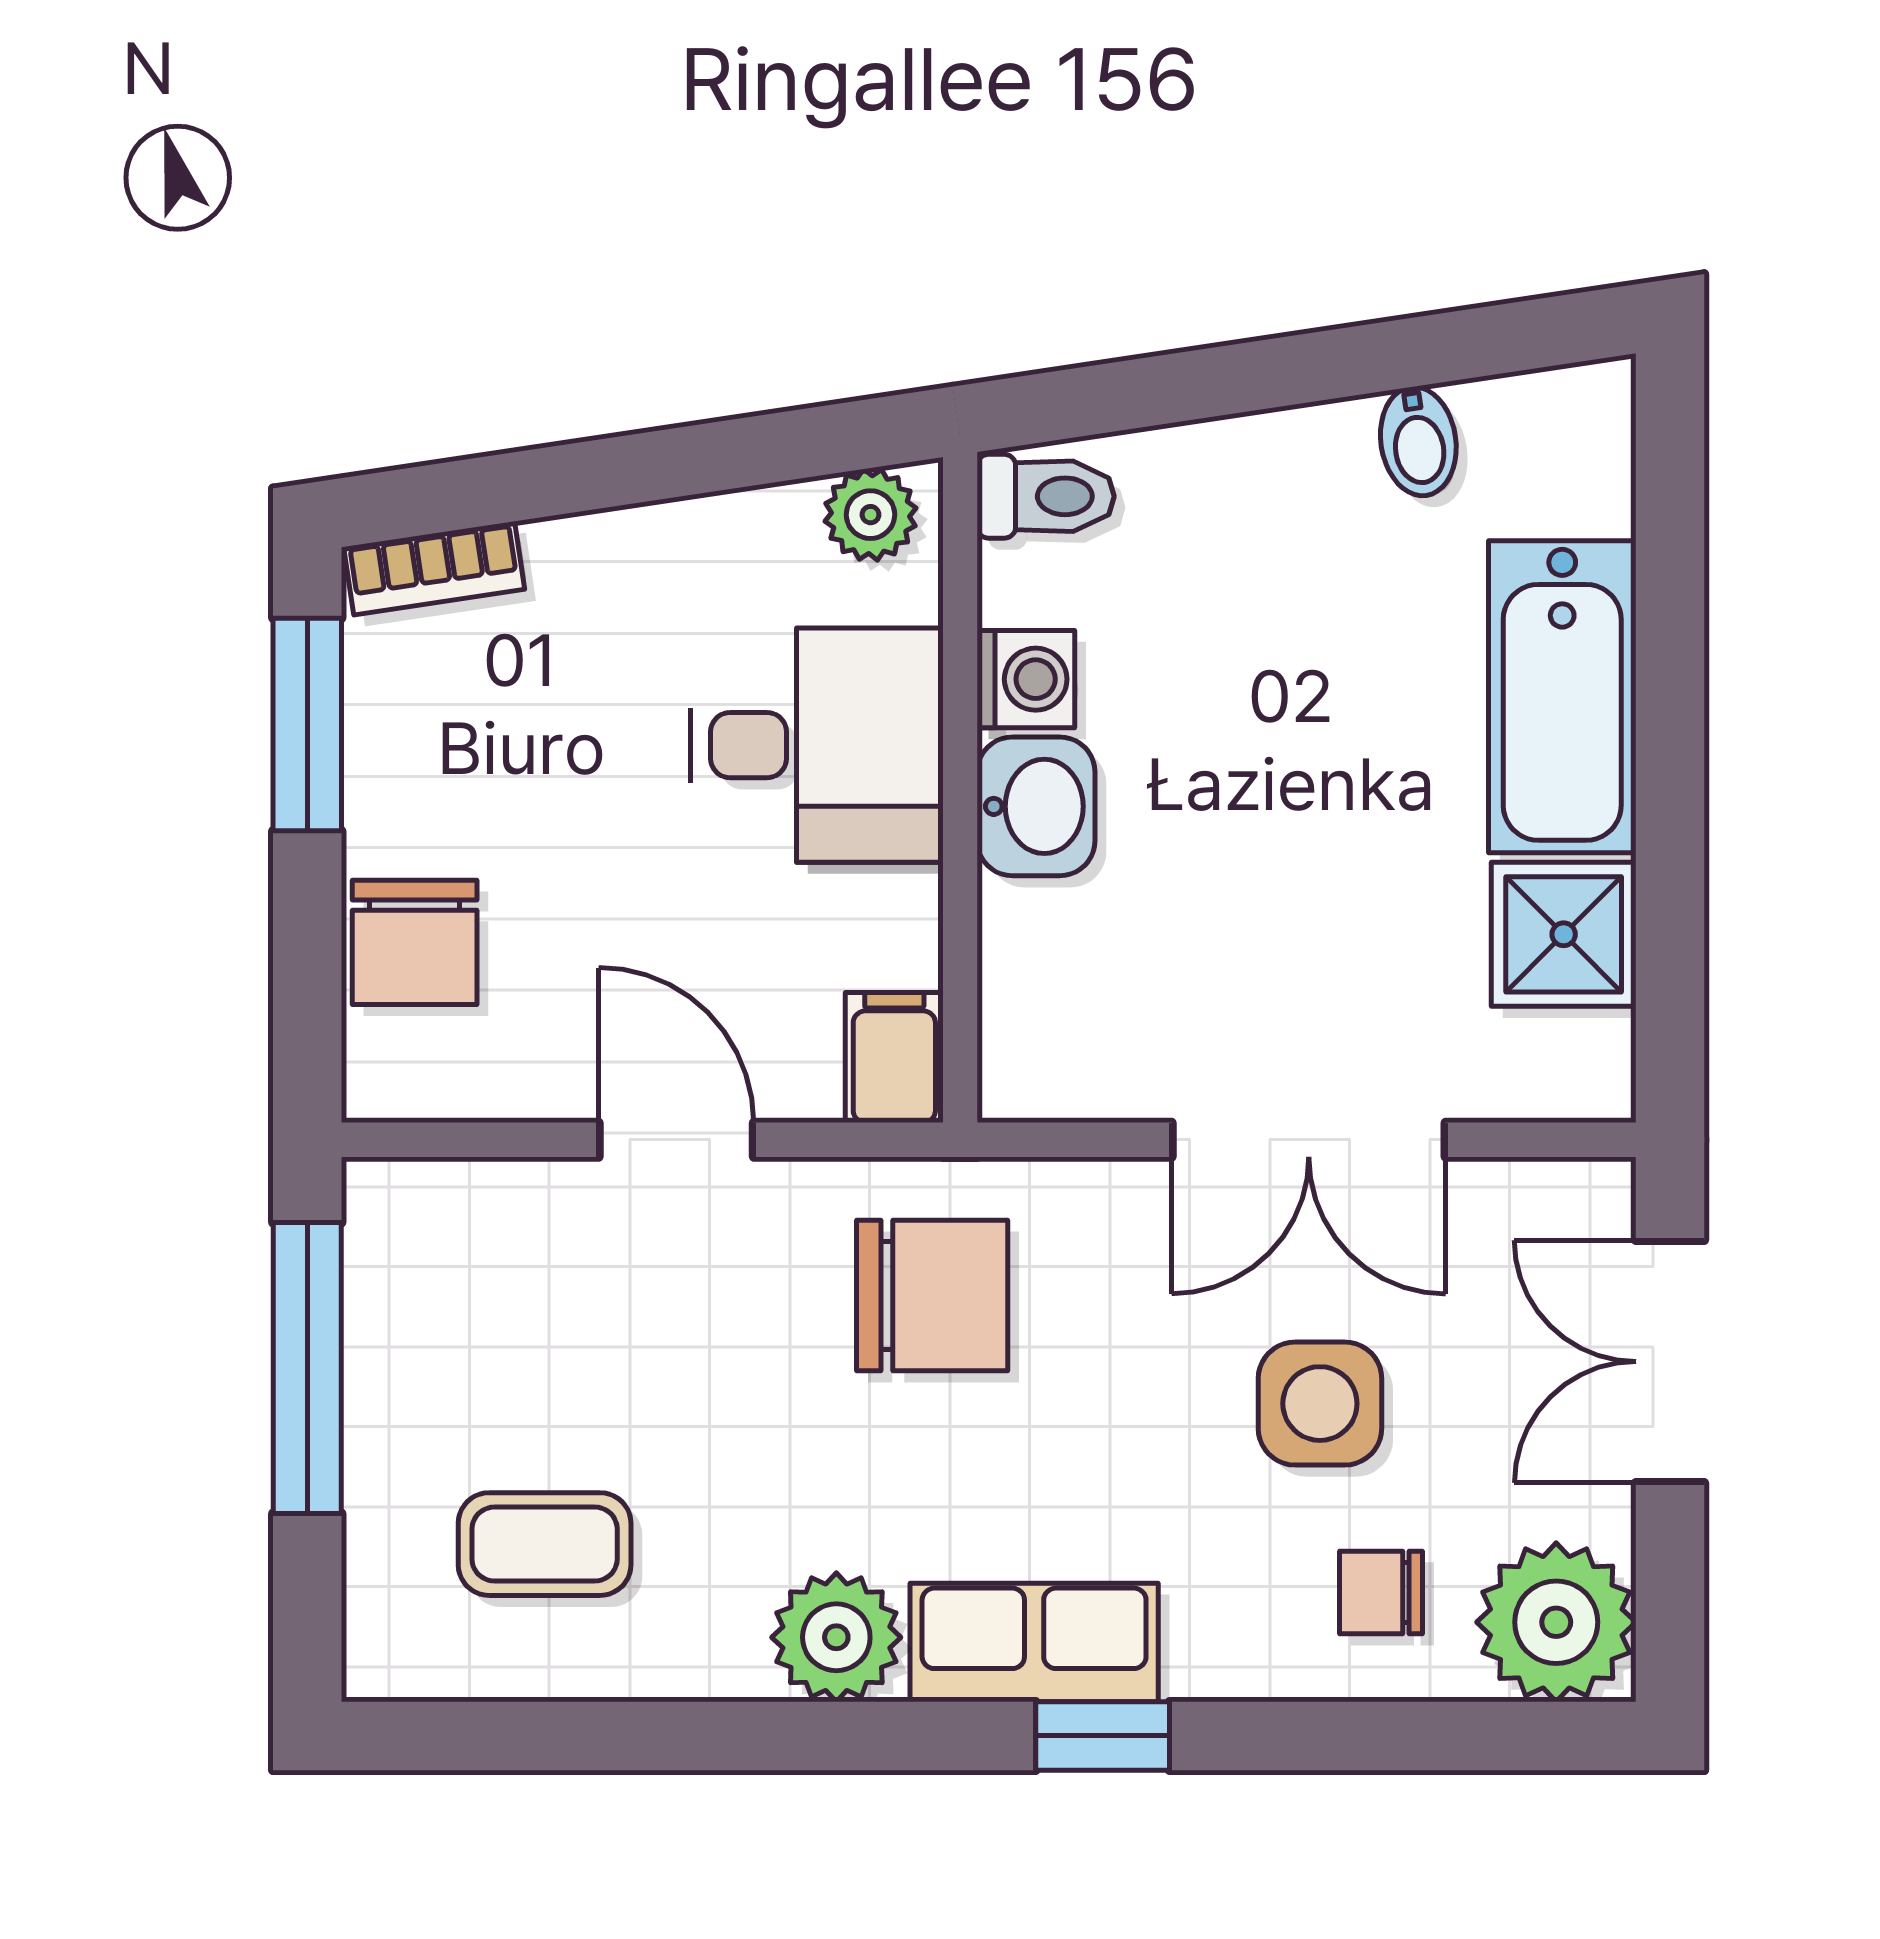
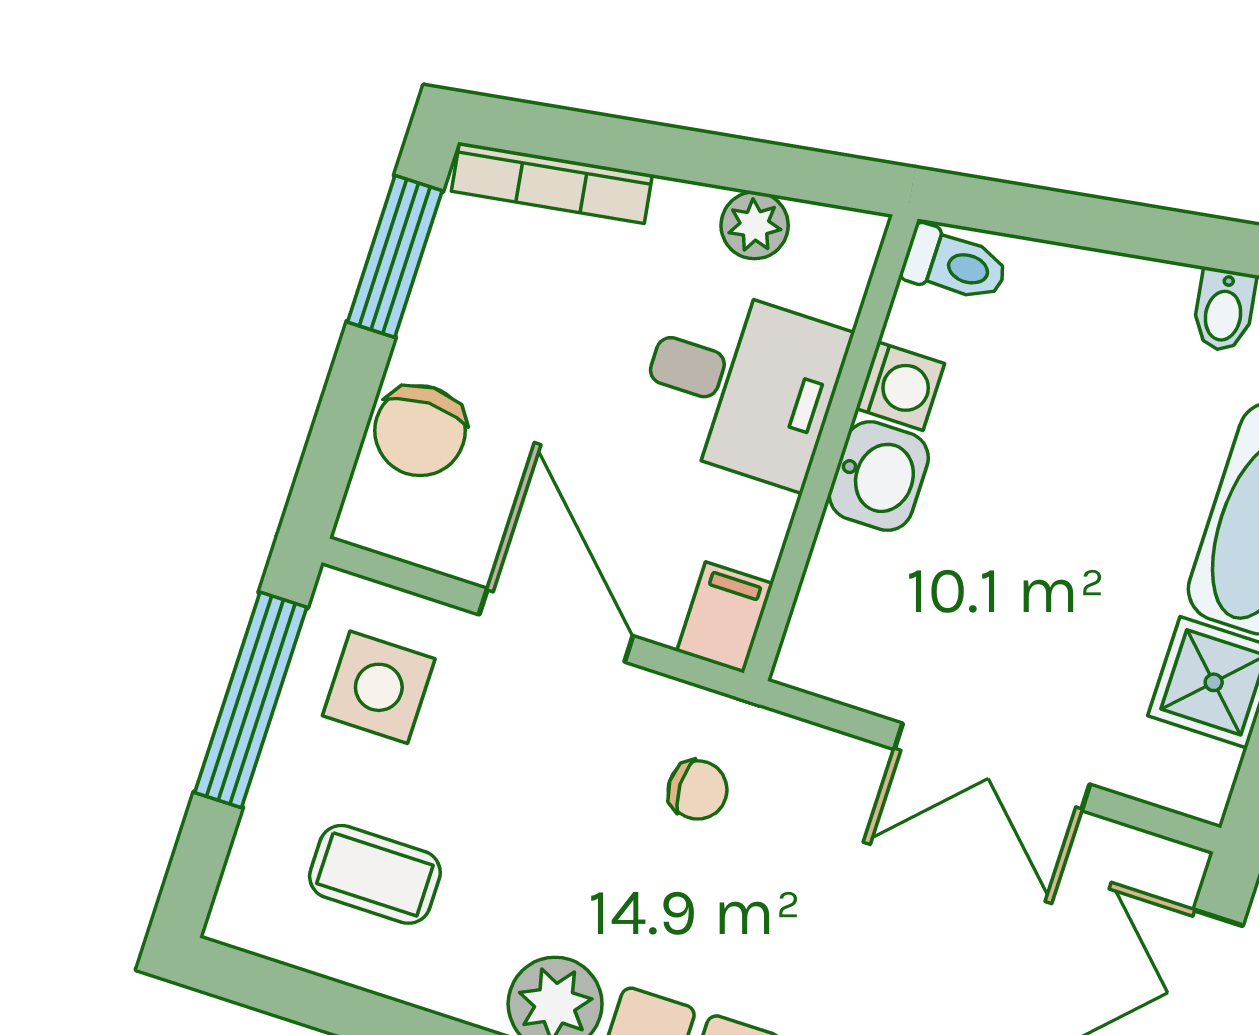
plant: (870, 515) -> (755, 225), moved
bookcase: (434, 568) -> (552, 183), width x1.56
door: (676, 1140) -> (556, 625), width x1.38
chair: (932, 1296) -> (698, 790), width x0.54, depth x0.54
side table: (1320, 1404) -> (379, 687), moved

